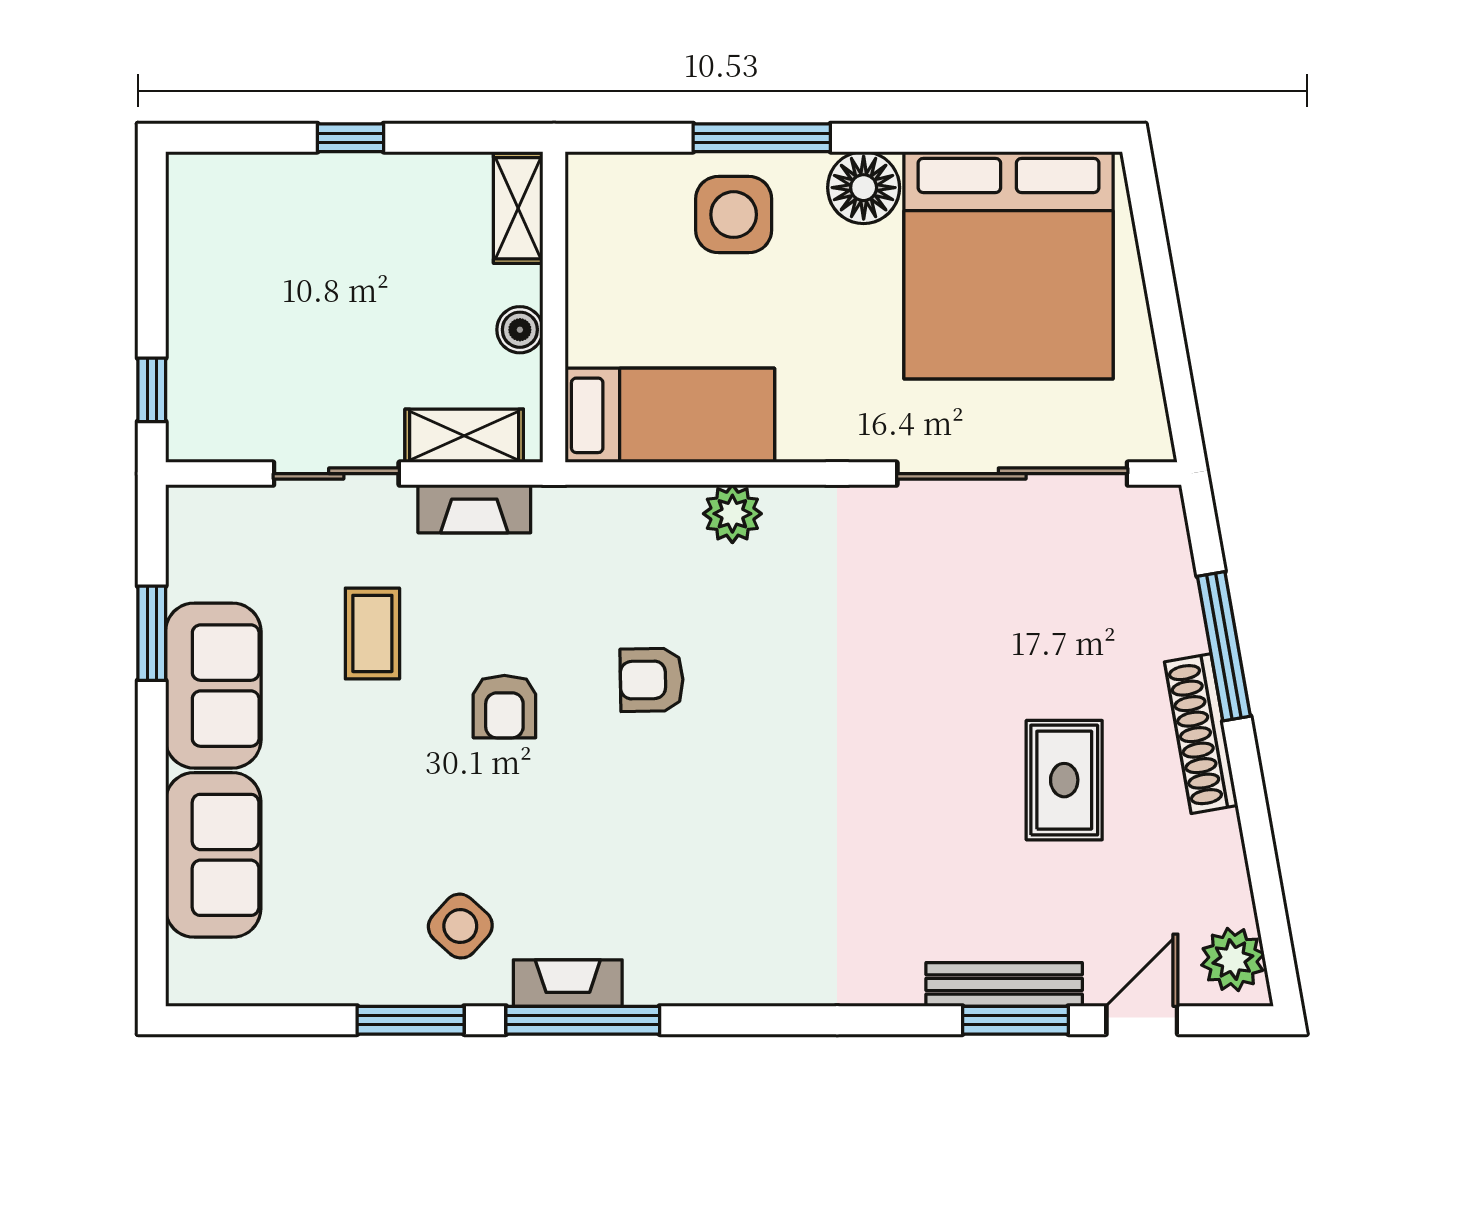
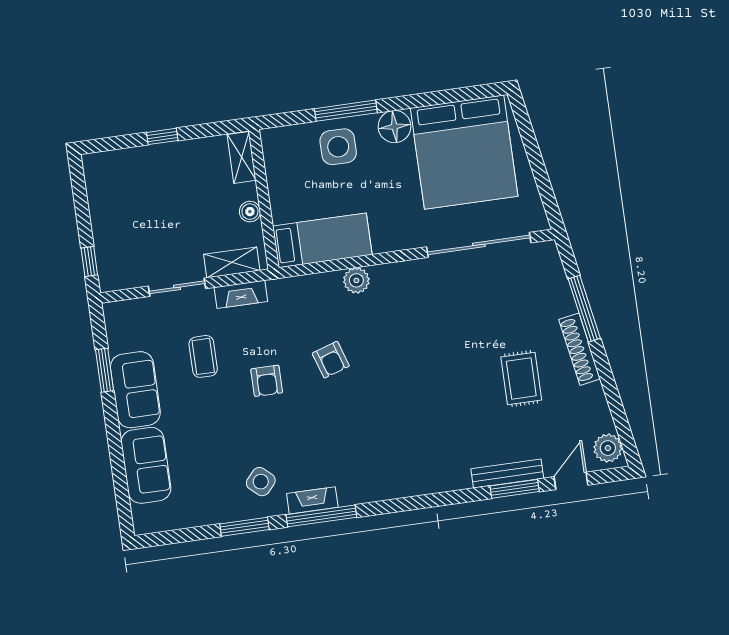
armchair: (652, 680) -> (331, 360), turned -107

